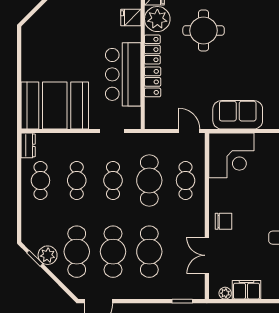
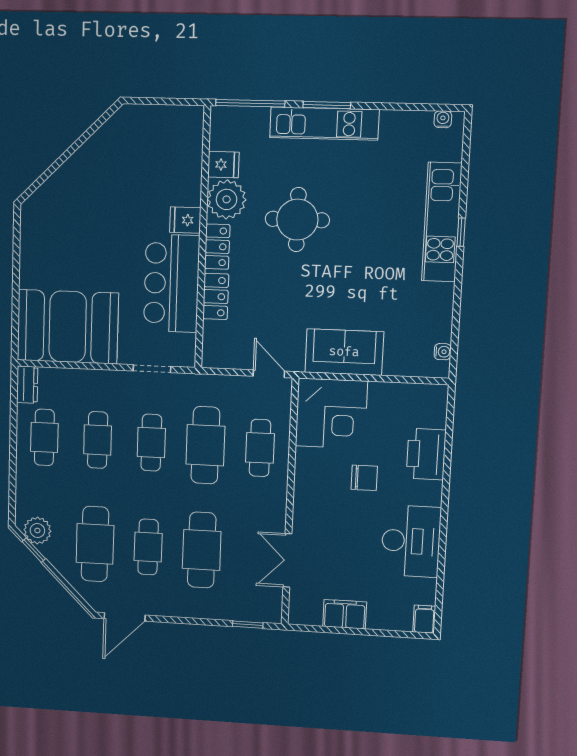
fridge: (131, 18) -> (185, 220), moved
chair: (224, 221) -> (364, 478), moved
cafe table: (113, 252) -> (148, 547), width x0.73, depth x0.74
plant: (48, 255) -> (37, 531), moved
plant: (225, 293) -> (312, 617), removed

